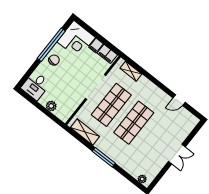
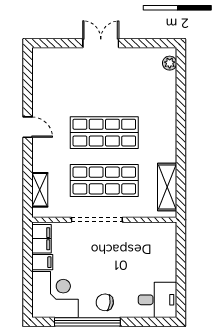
door: (179, 100) -> (28, 127), moved
plant: (51, 106) -> (168, 258), removed
window: (104, 157) -> (181, 136), removed

